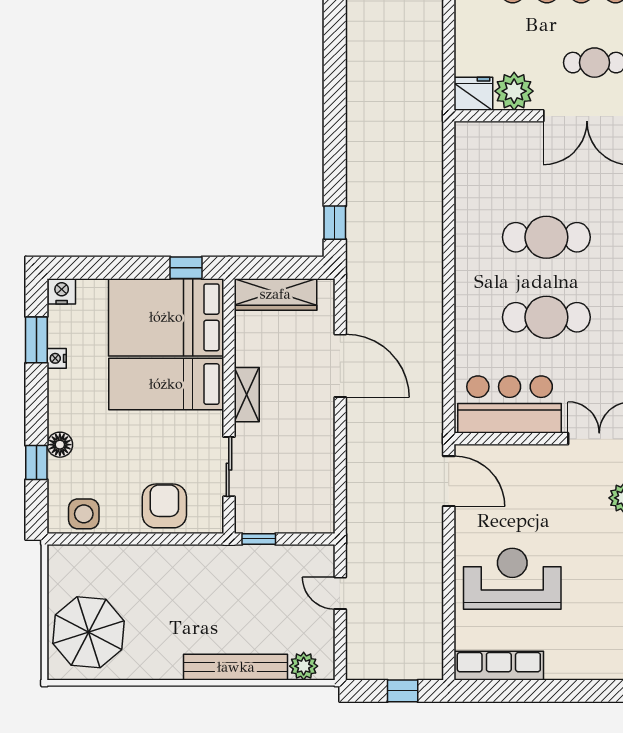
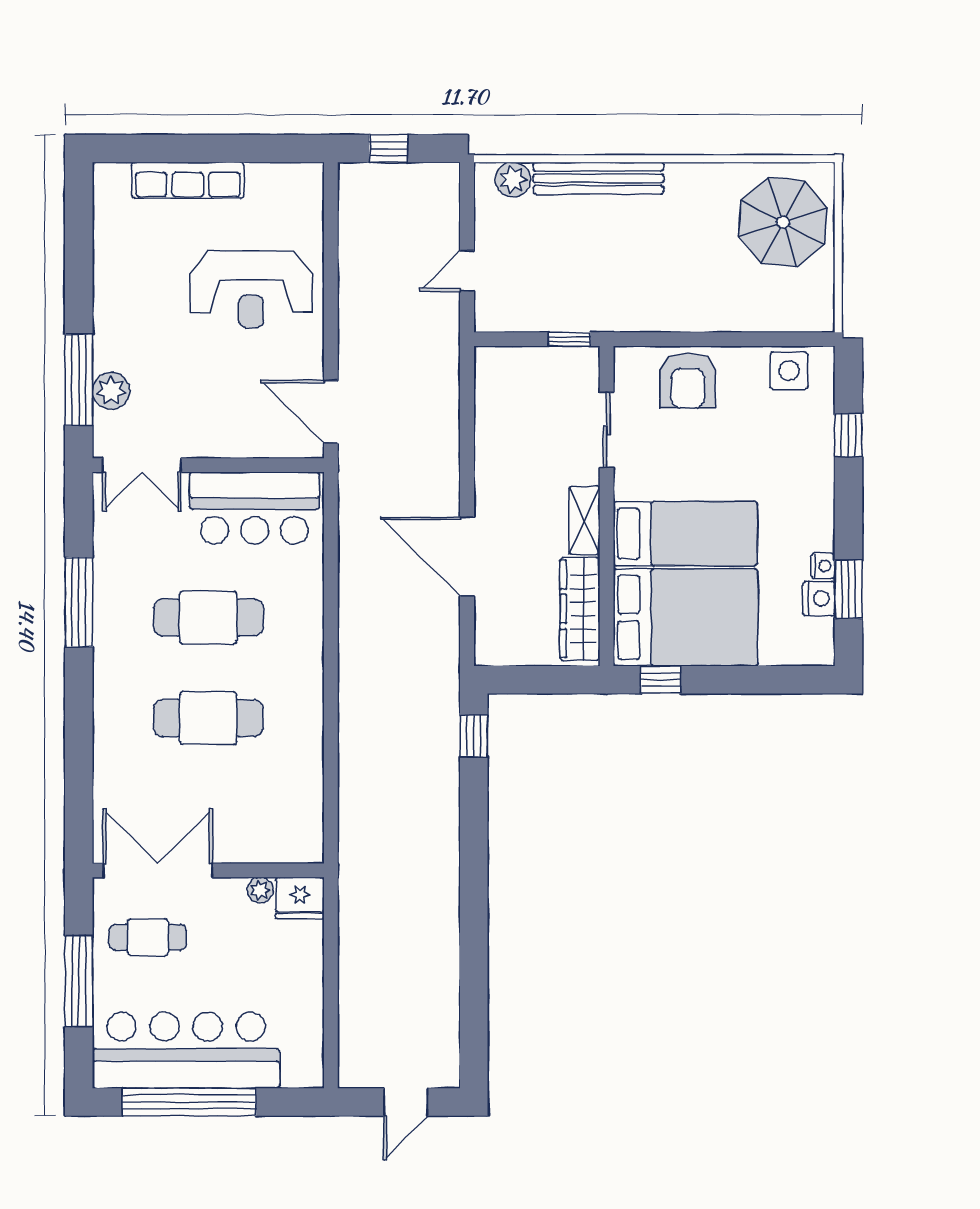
plant: (514, 91) -> (260, 890), width x0.53, depth x0.53
nightstand: (62, 291) -> (819, 599), moved, turned -90
wardrobe: (275, 294) -> (580, 609), moved, turned -90
floor lamp: (60, 445) -> (819, 458), removed
door: (340, 593) -> (467, 271), swing flipped
row of seats: (499, 666) -> (188, 180), moved

